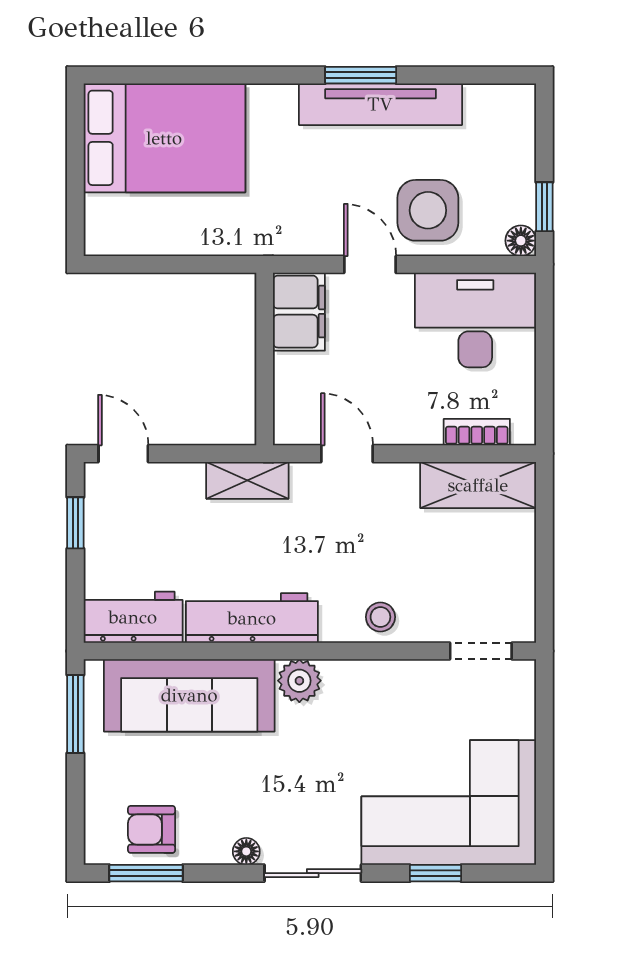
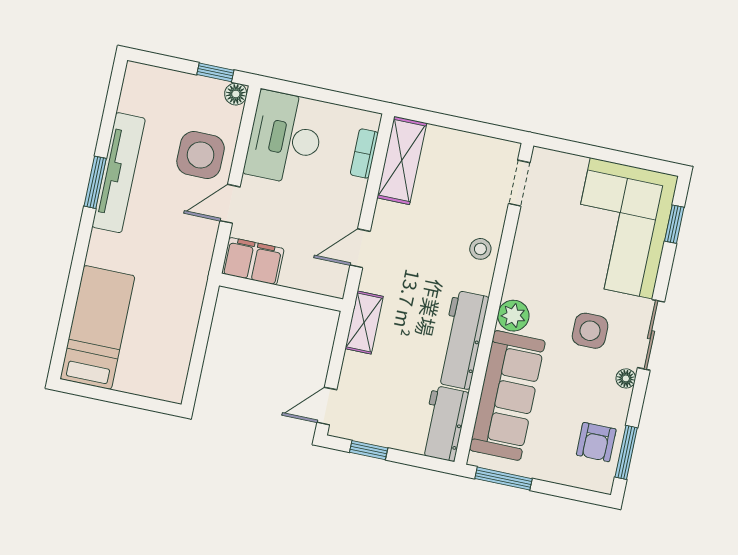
bed: (164, 138) -> (97, 327), width x0.67
side table: (301, 789) -> (590, 331), added
window: (435, 873) -> (674, 224), moved

